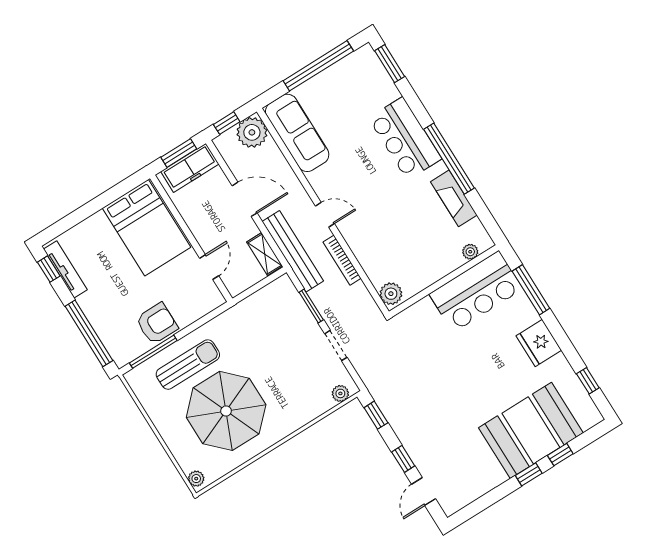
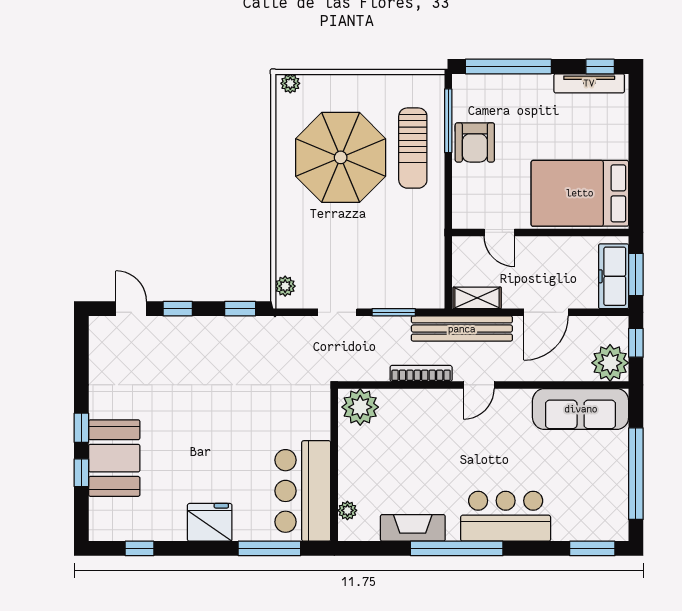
plant: (391, 294) -> (360, 407), width x1.36, depth x1.36
booth: (531, 430) -> (114, 458), width x0.73, depth x0.70

